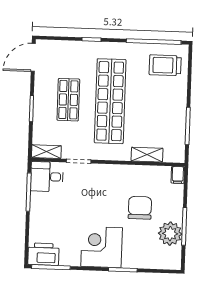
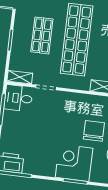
corner desk: (102, 247) -> (74, 163), moved

